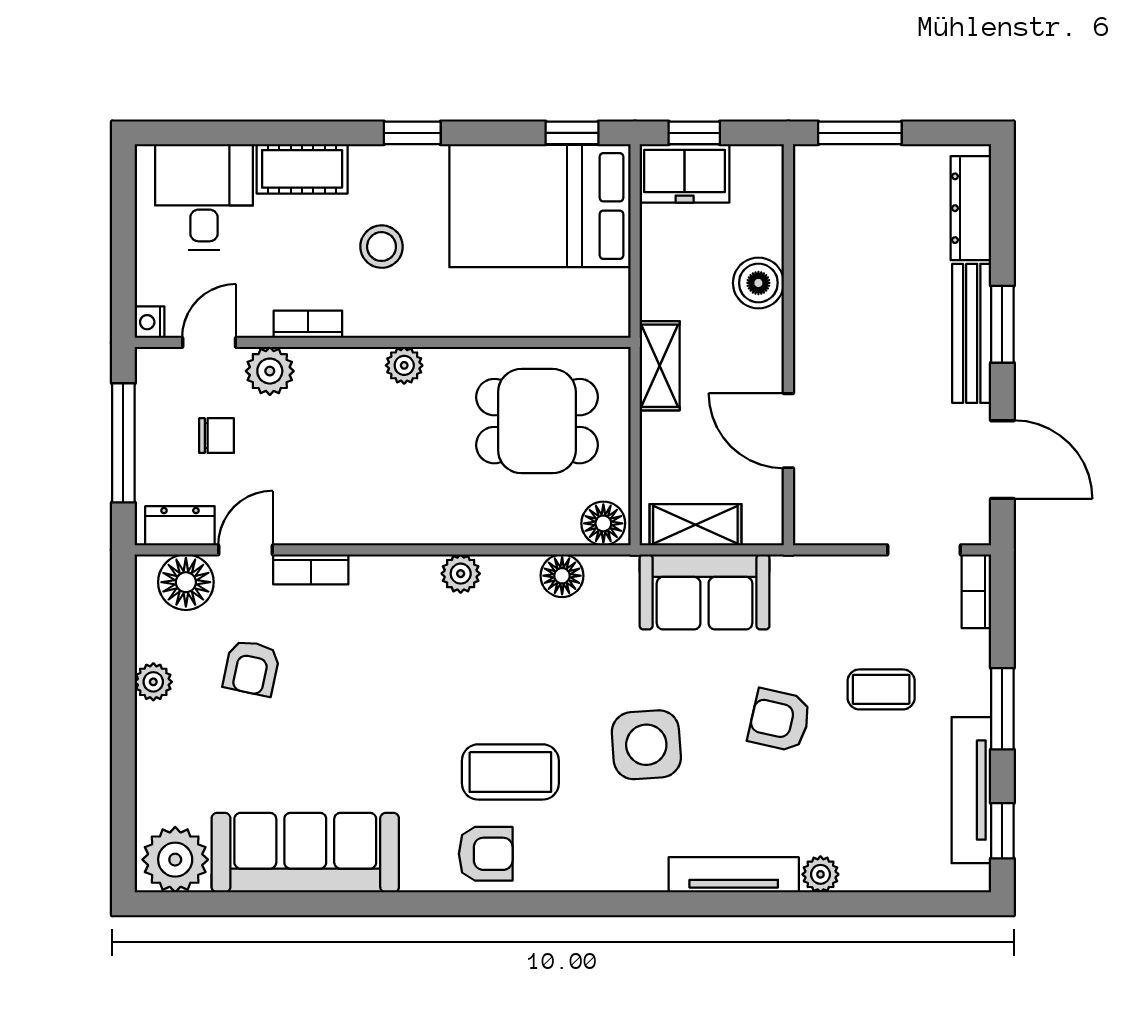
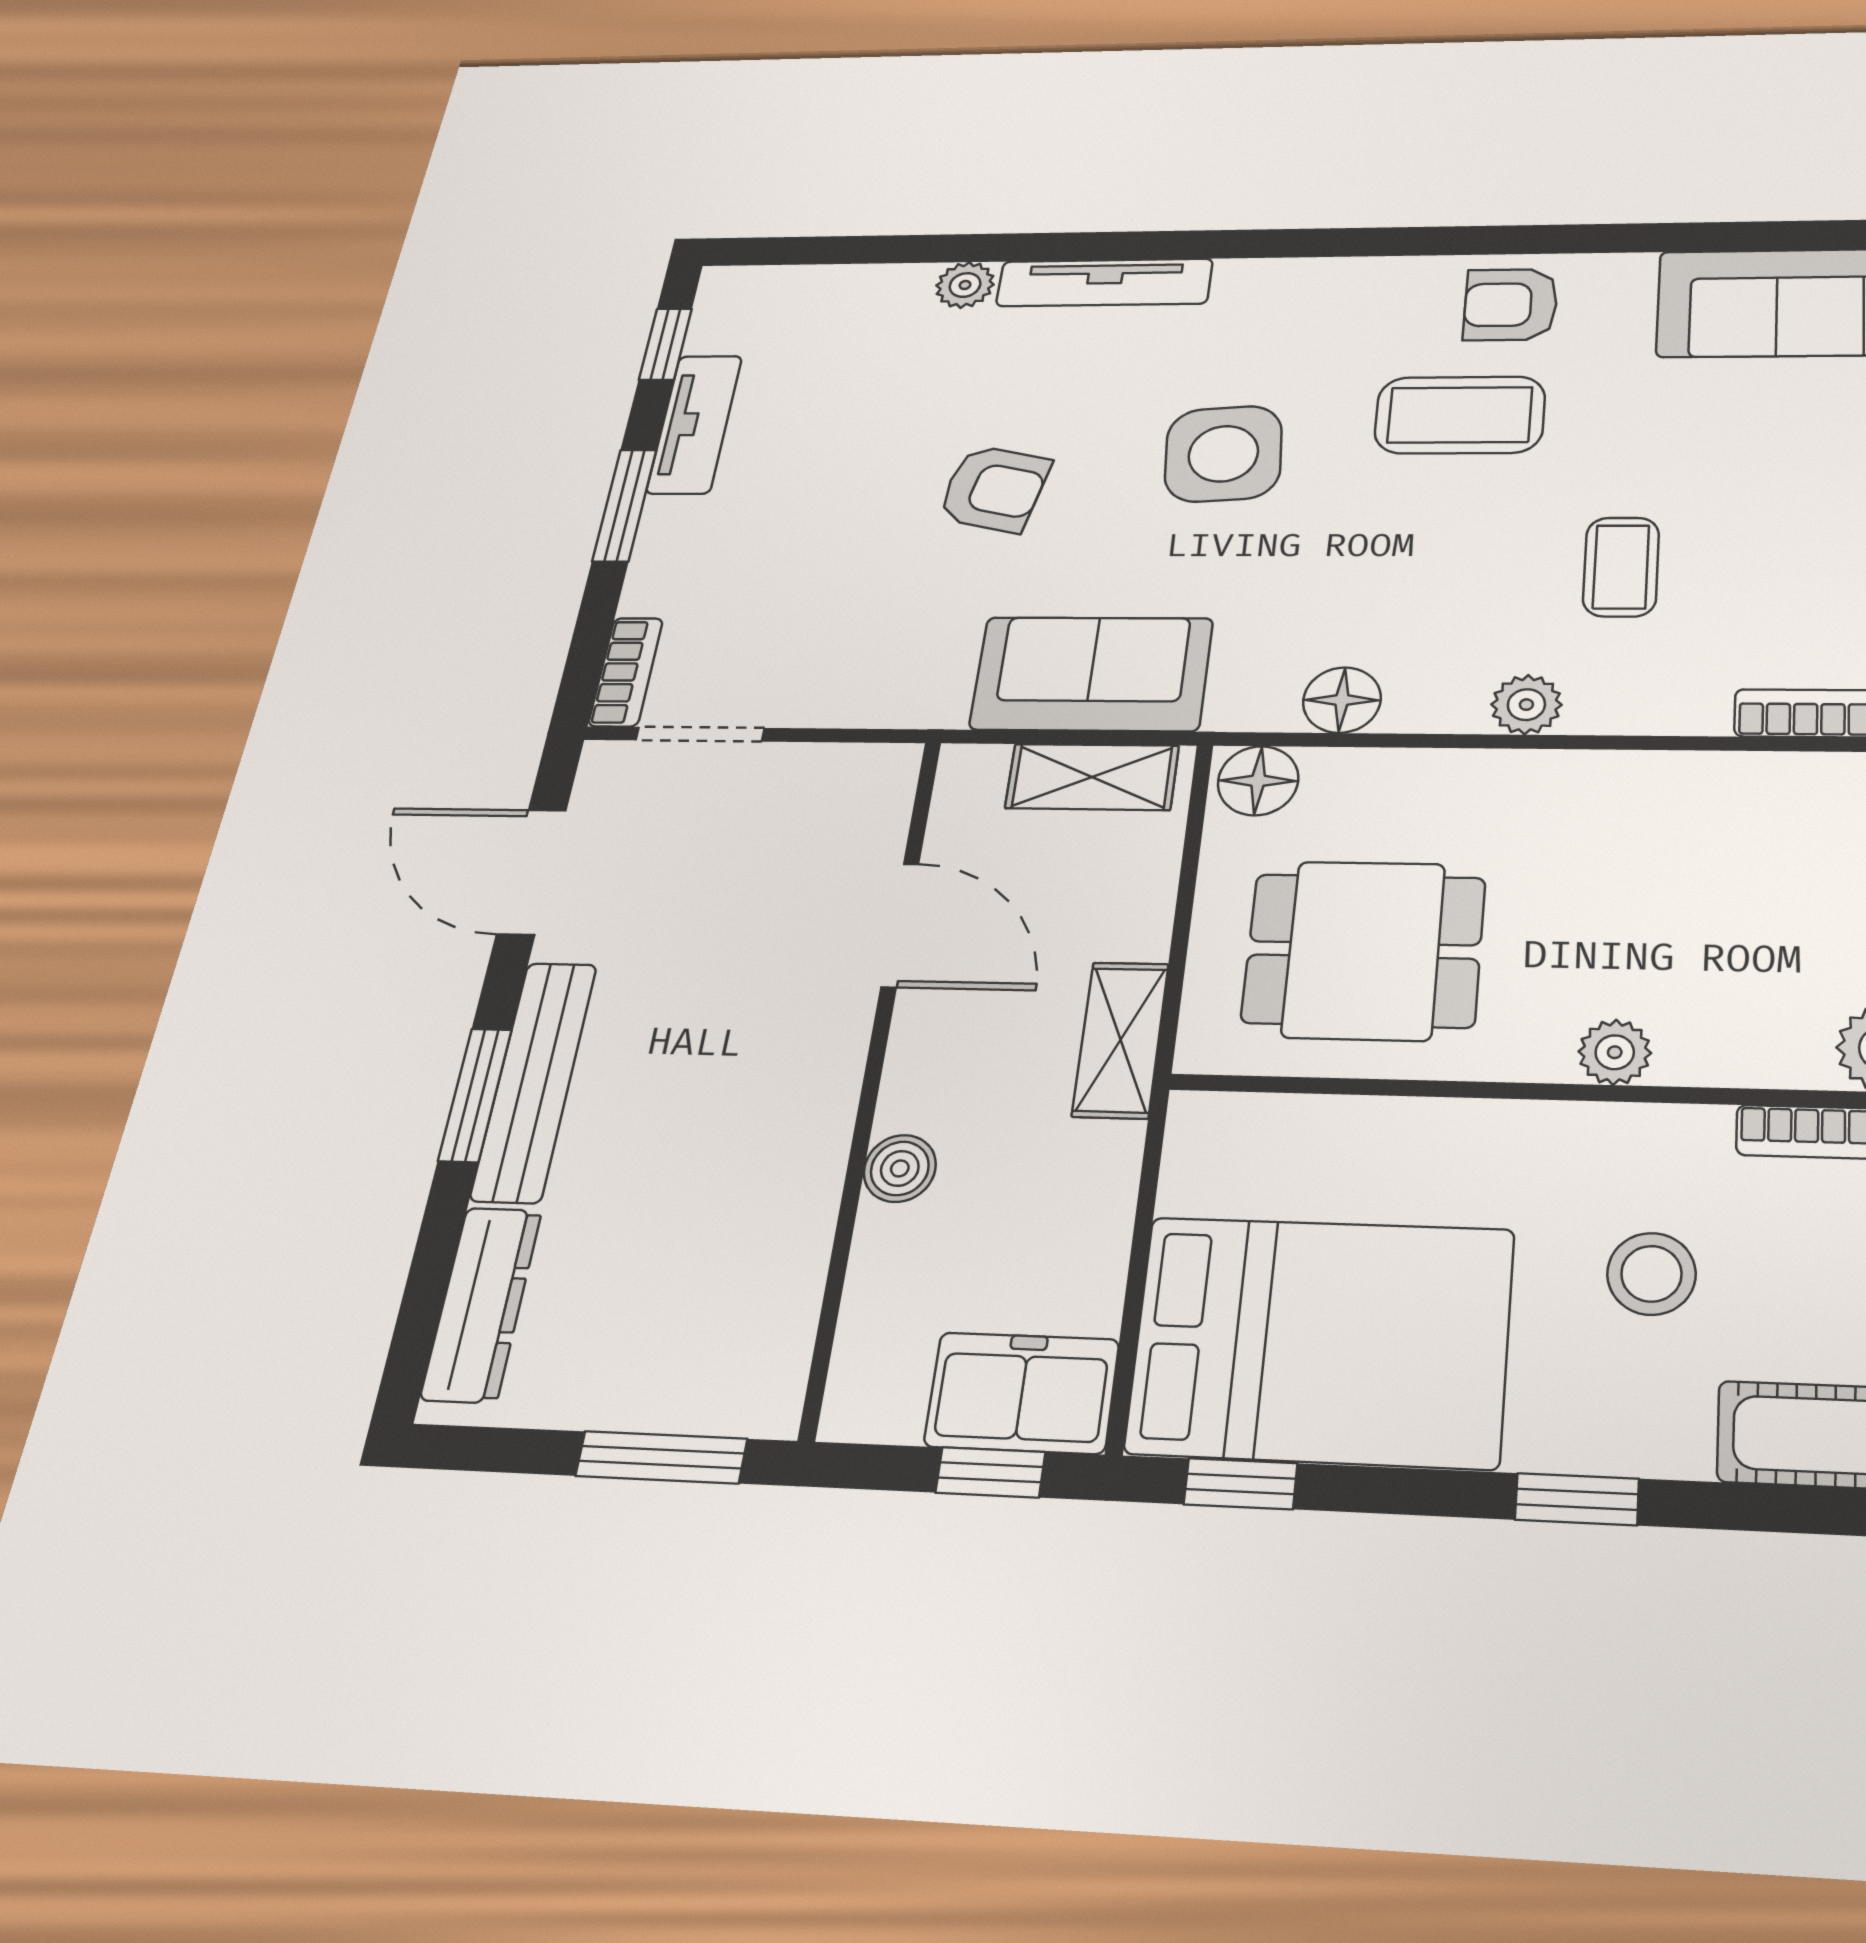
boiler: (758, 283) -> (900, 1168), width x0.73, depth x0.73
coffee table: (881, 689) -> (1621, 567), moved, turned 90
tv unit: (971, 790) -> (694, 424), width x0.71

